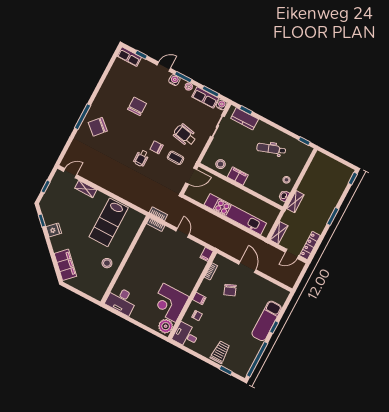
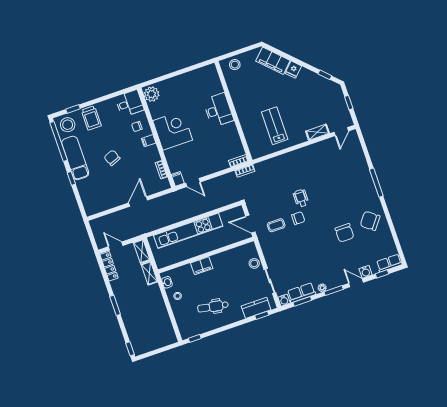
door: (164, 67) -> (356, 283), swing flipped
water cooler: (174, 80) -> (366, 272), moved
chair: (98, 127) -> (370, 221), moved, turned -95
wheelchair: (185, 135) -> (287, 249), removed
dental chair: (271, 149) -> (213, 307), turned -151
stool: (221, 164) -> (254, 263), moved
door: (191, 176) -> (250, 224), hinge flipped
filing cabinet: (238, 176) -> (202, 266), moved
shelving: (295, 202) -> (149, 273), moved
lab bench: (109, 222) -> (275, 126), width x0.73, depth x0.72
fridge: (54, 230) -> (293, 70), moved
door: (183, 233) -> (193, 183), moved
door: (292, 254) -> (116, 246), hinge flipped
stool: (107, 263) -> (235, 65), moved
door: (247, 267) -> (138, 202), swing flipped
chair: (230, 290) -> (112, 158), moved
desk: (121, 300) -> (218, 110), moved, turned 90
corner desk: (169, 303) -> (173, 130), moved
exam couch: (267, 321) -> (75, 158), moved
stool: (240, 364) -> (68, 125), added

